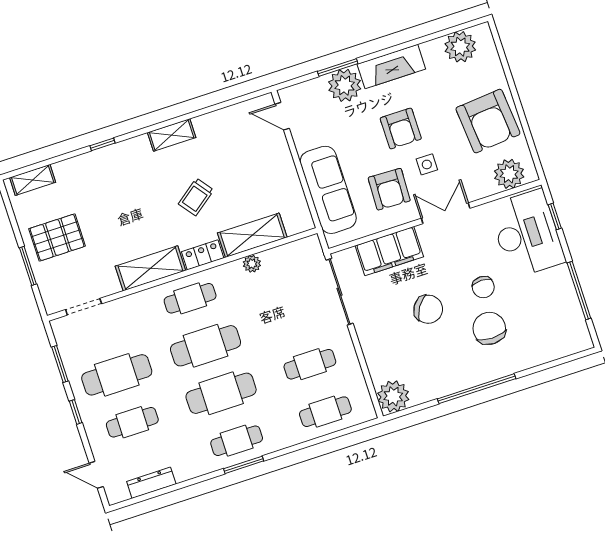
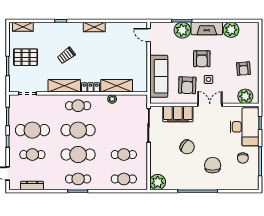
plant: (460, 47) -> (231, 30), moved
armchair: (488, 121) -> (243, 69), width x0.53, depth x0.53
trolley: (196, 197) -> (66, 55), moved
chair: (483, 287) -> (243, 158), moved

